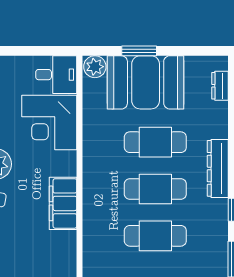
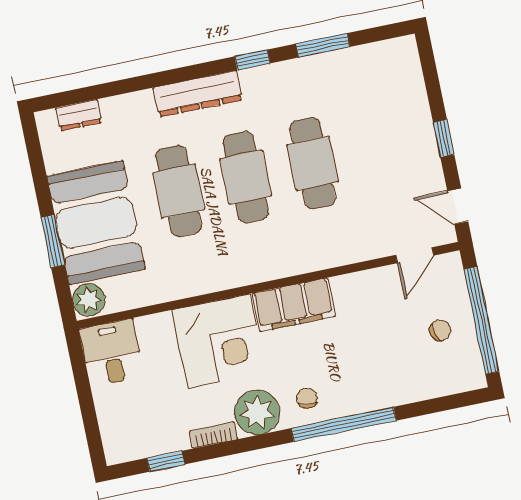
corner desk: (49, 122) -> (219, 341), moved

